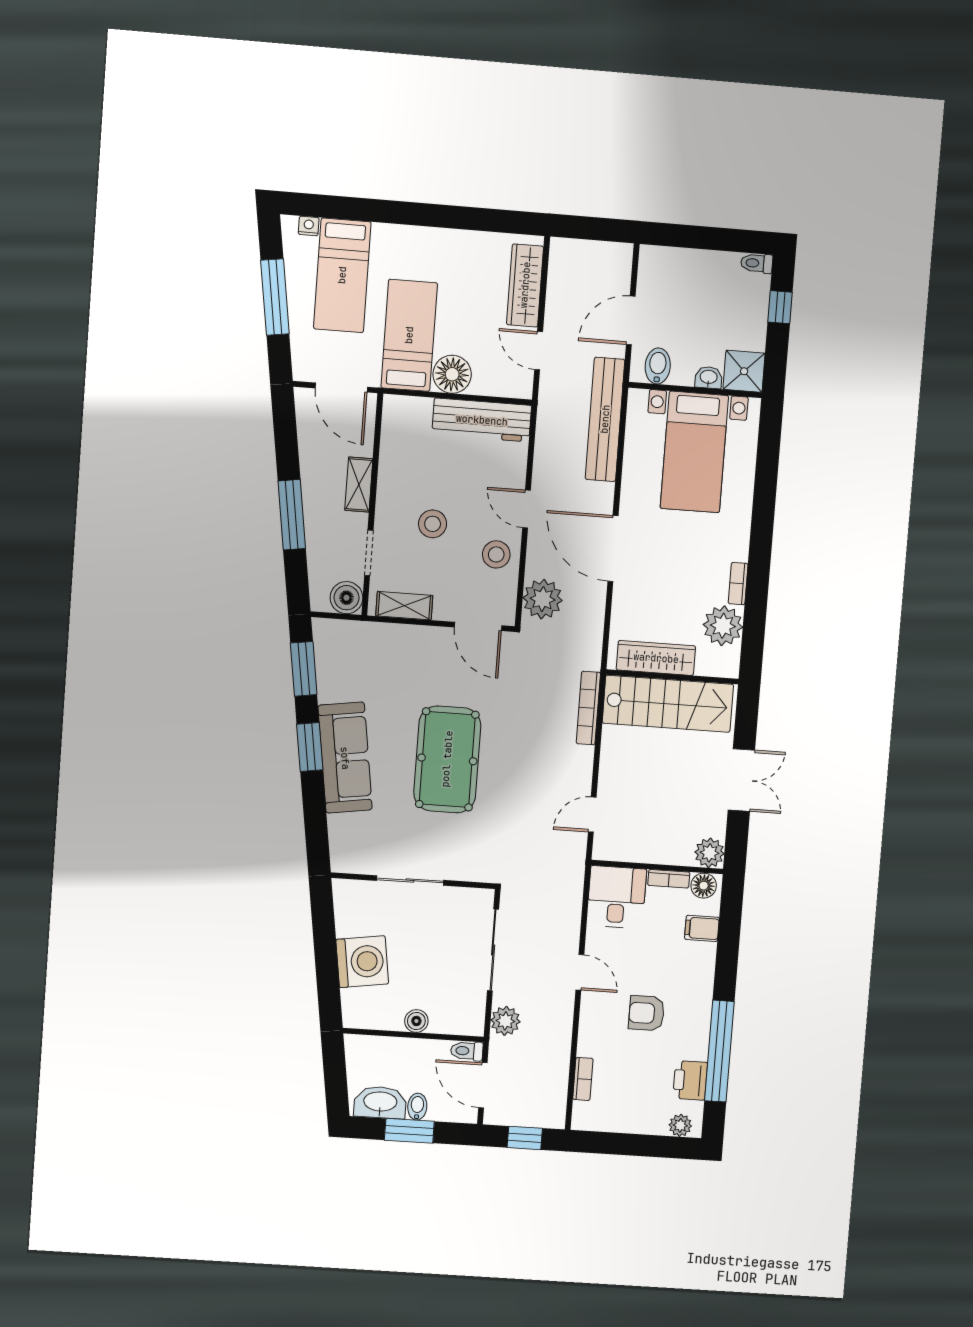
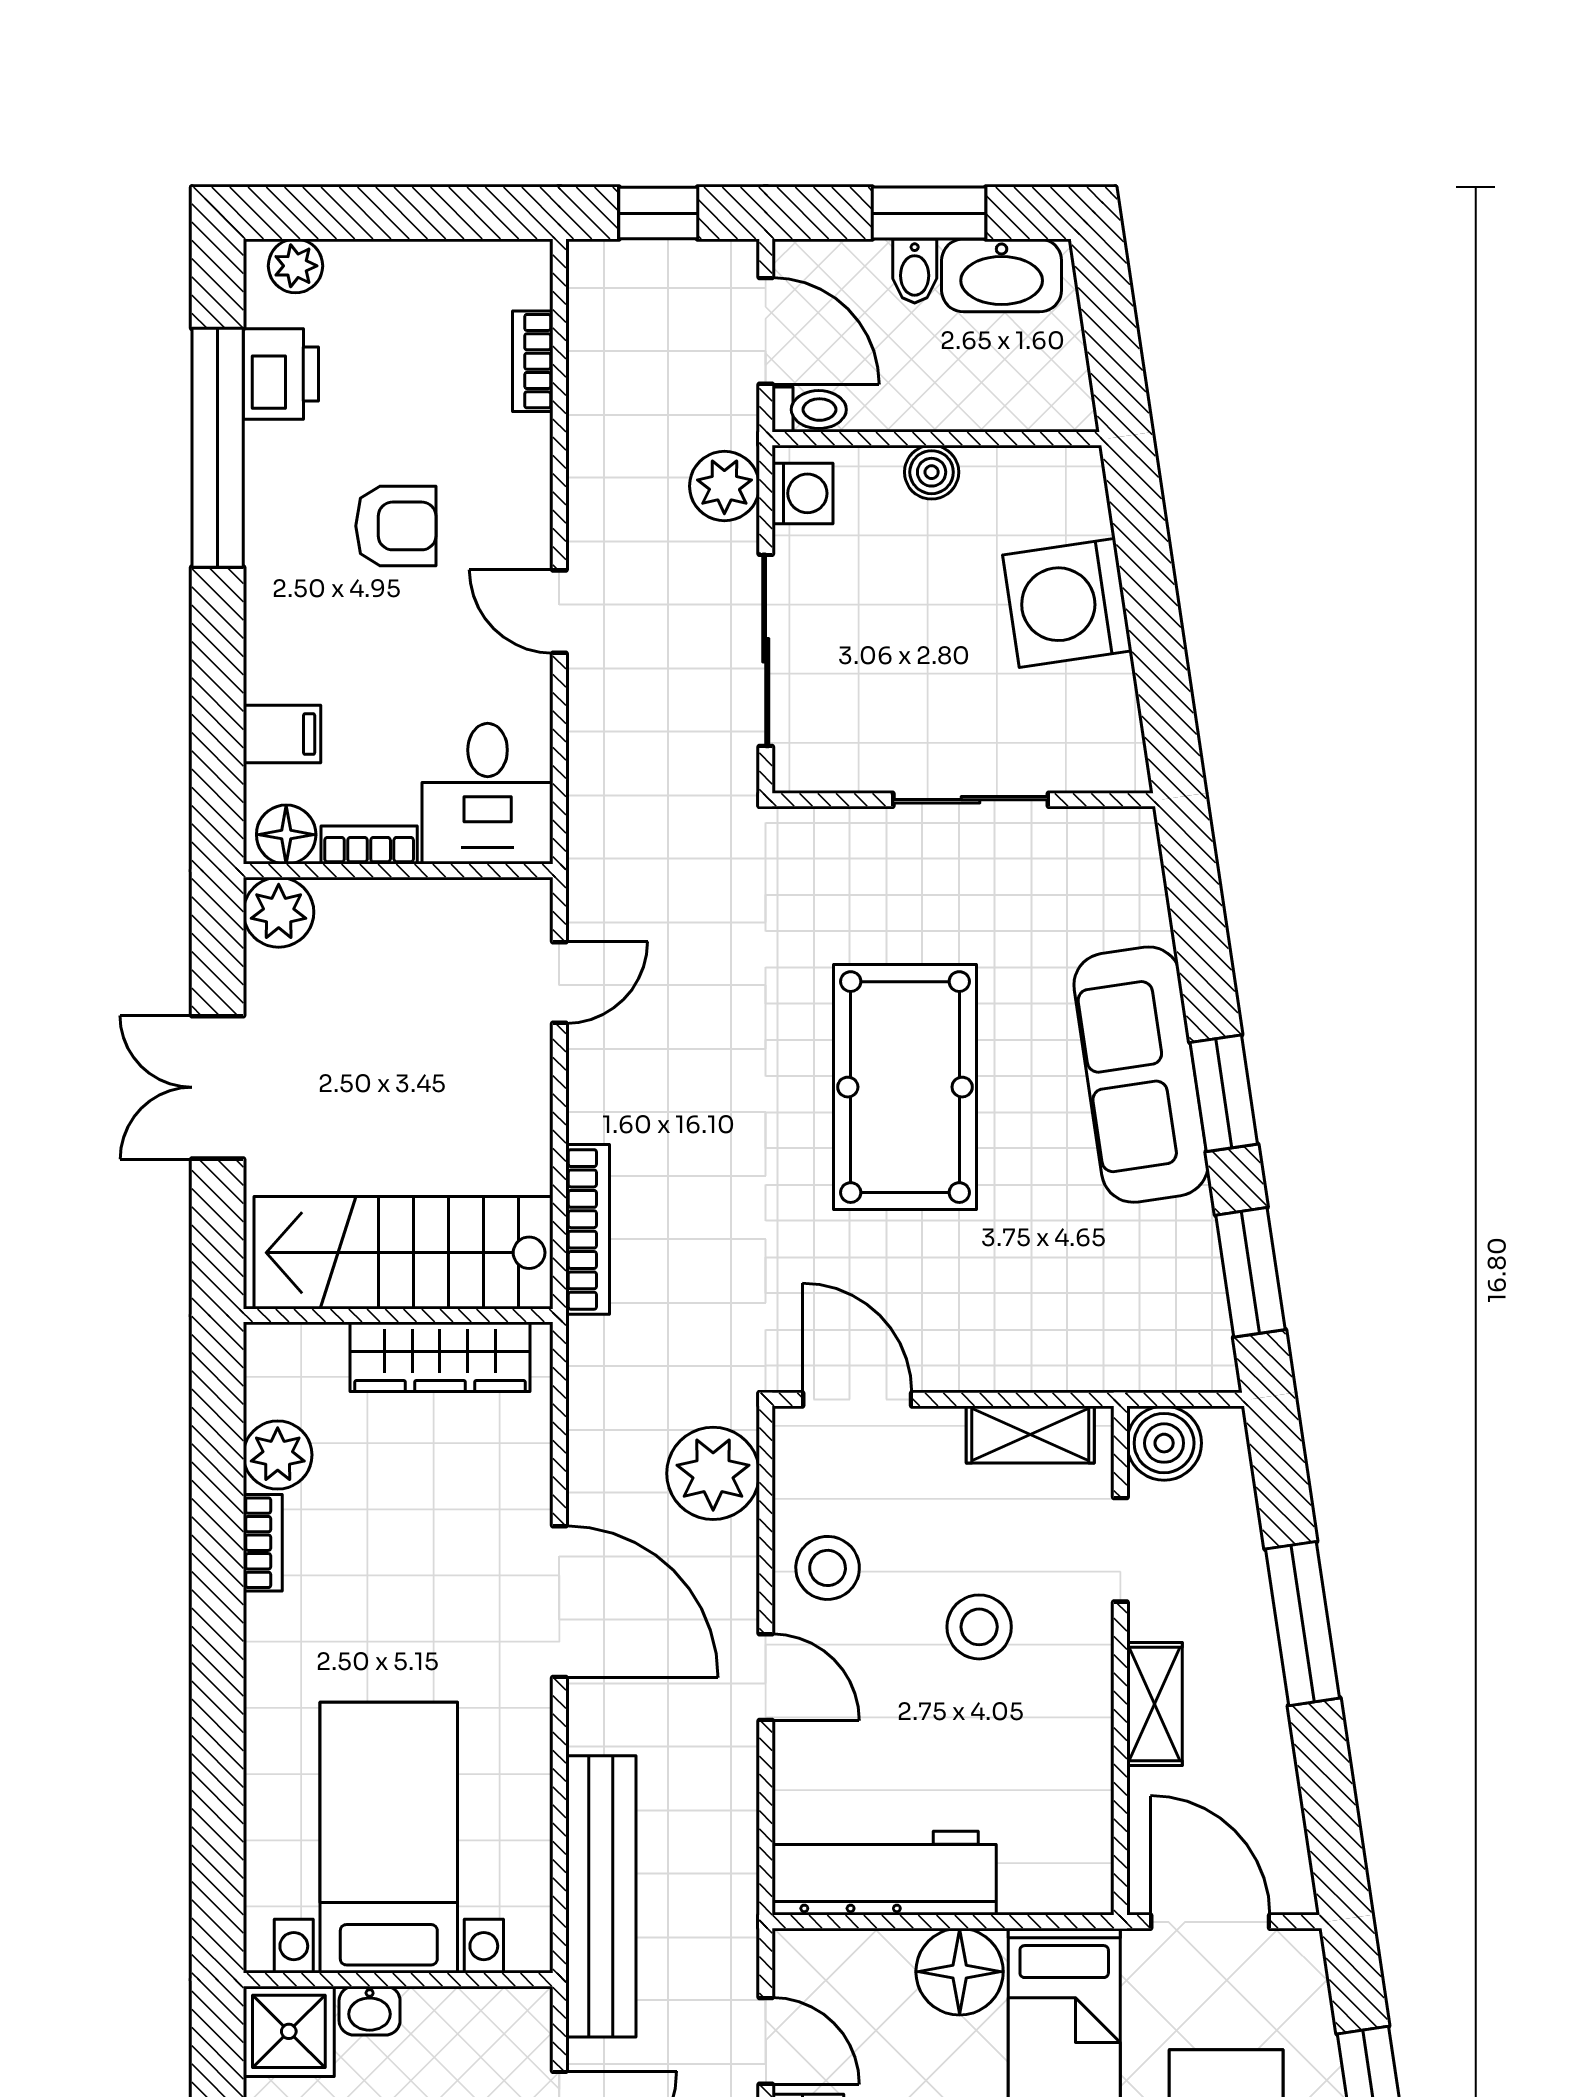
bidet: (658, 366) -> (489, 2028), removed
plant: (723, 626) -> (278, 1455), width x0.73, depth x0.73
washing machine: (472, 1016) -> (803, 493), added

